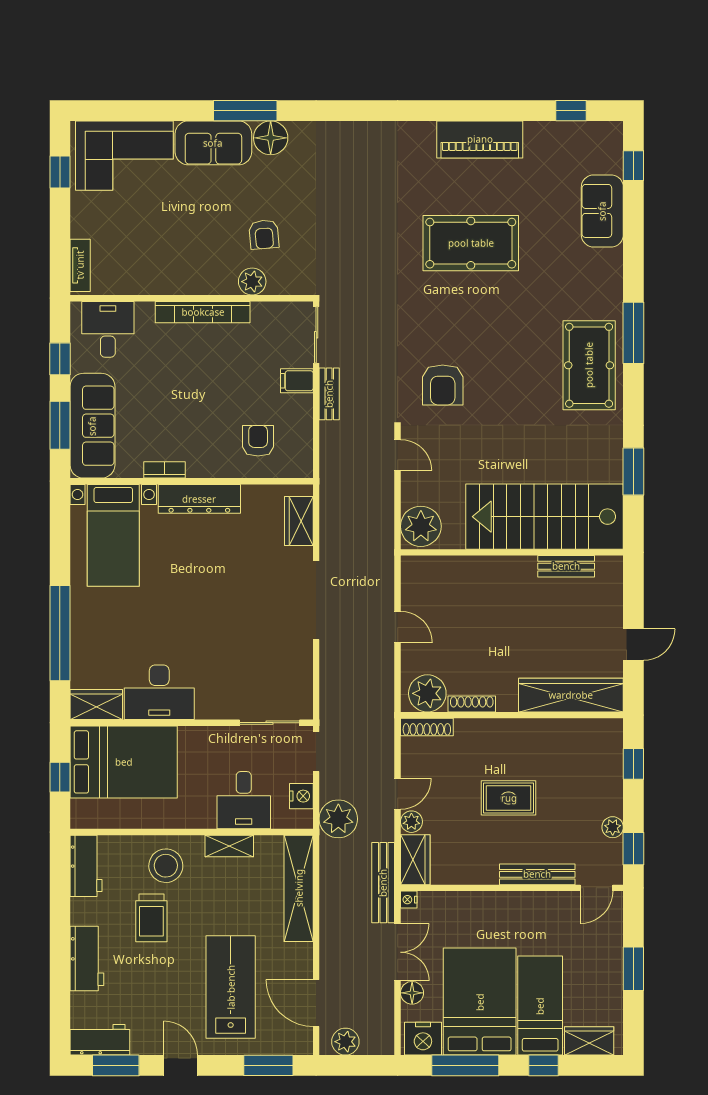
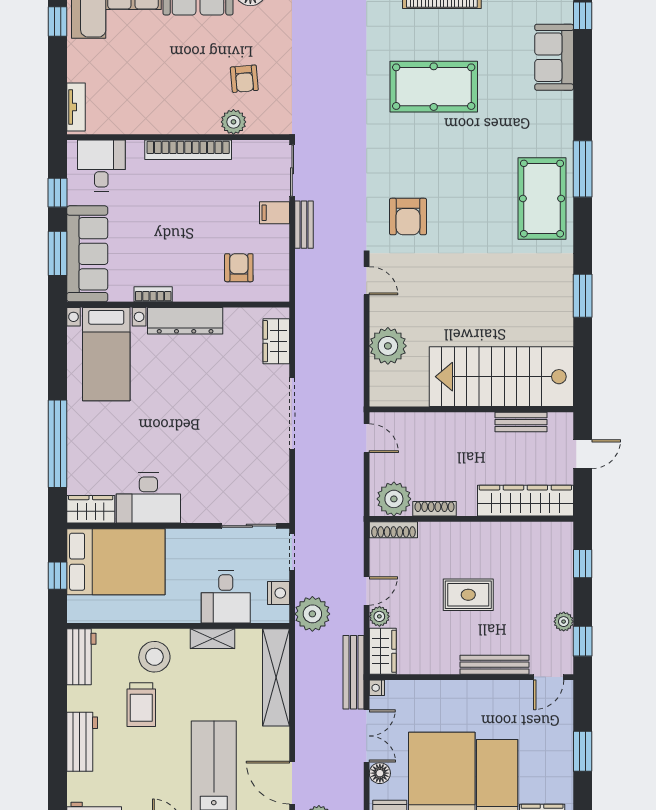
stairs: (545, 517) -> (501, 377), moved
wall: (512, 552) -> (471, 409), moved
bench: (566, 566) -> (521, 422), moved

